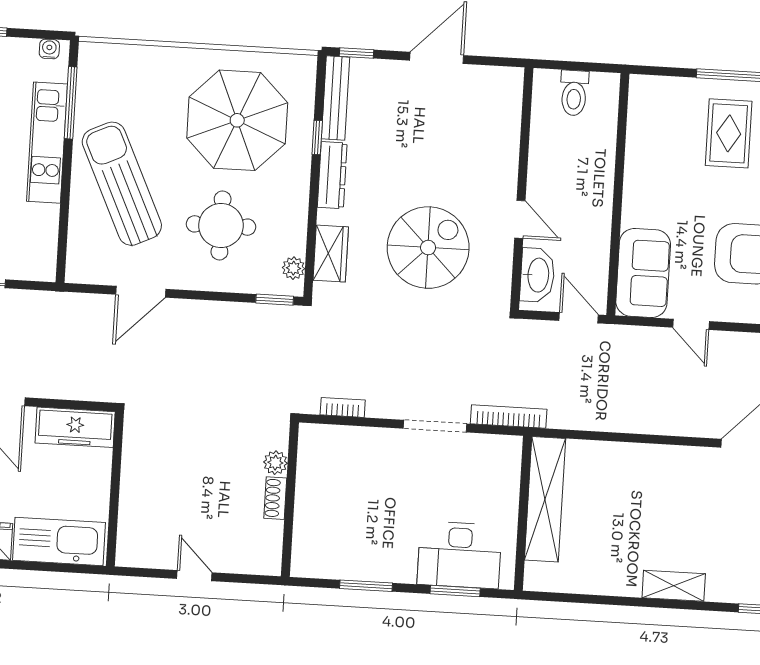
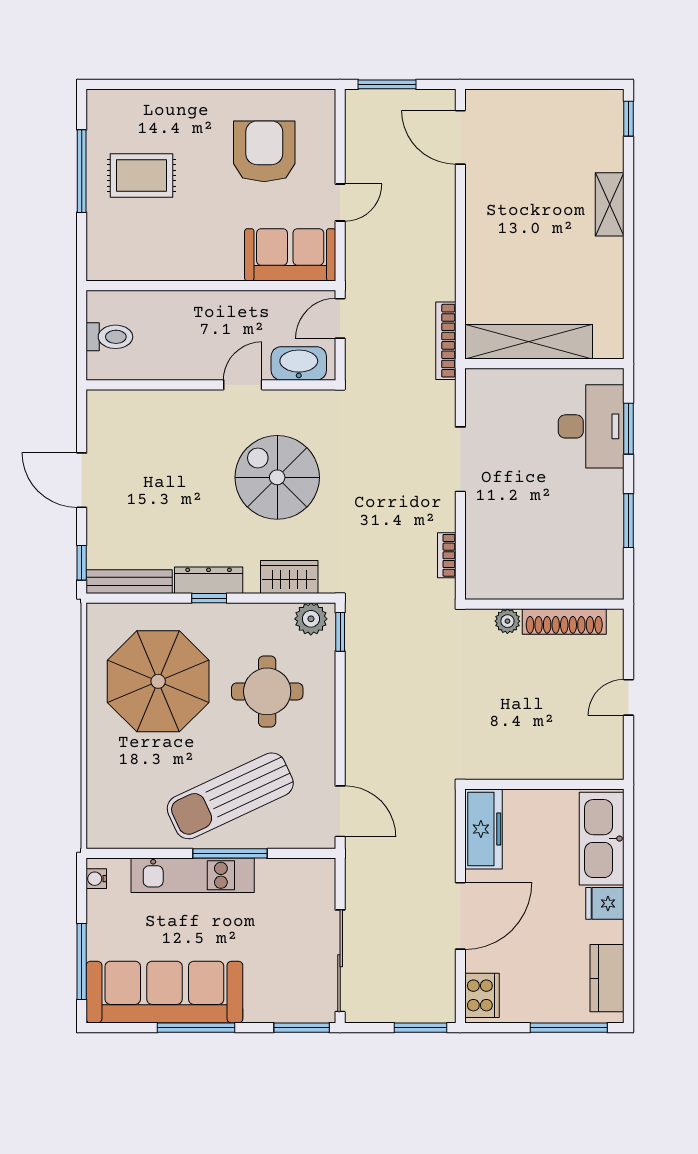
window: (71, 103) -> (230, 853), moved
window: (317, 138) -> (209, 598), moved
plant: (293, 268) -> (311, 619), width x1.38, depth x1.38
door: (141, 292) -> (340, 811), moved
bookcase: (509, 416) -> (446, 341), moved
shoe rack: (275, 498) -> (564, 622), width x1.94, depth x1.24

